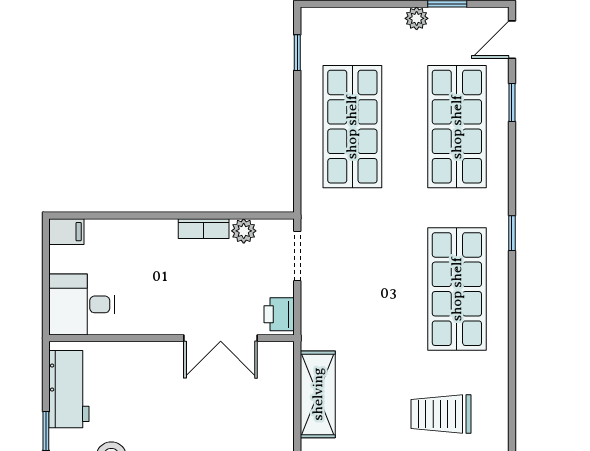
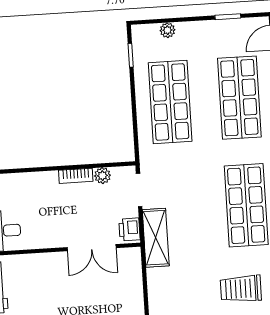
plant: (417, 18) -> (167, 30), moved
shelving: (318, 394) -> (156, 238), moved

